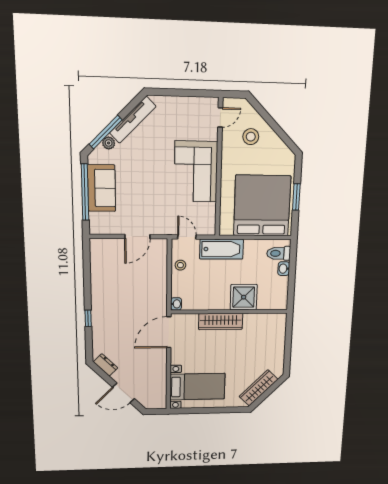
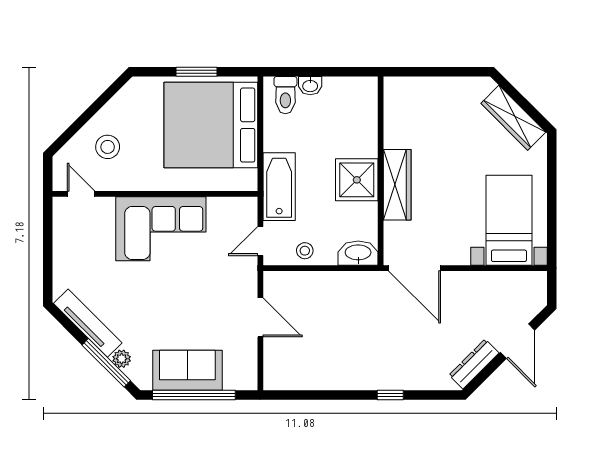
shower: (244, 297) -> (357, 180), moved
washbasin: (176, 304) -> (358, 253), width x1.91, depth x1.45
dresser: (105, 365) -> (474, 364), width x1.44

